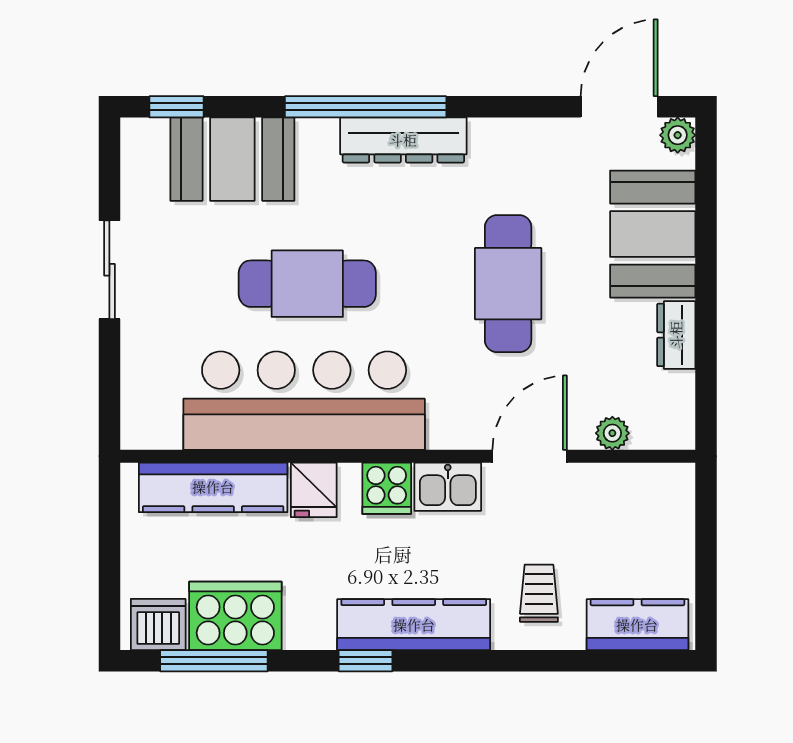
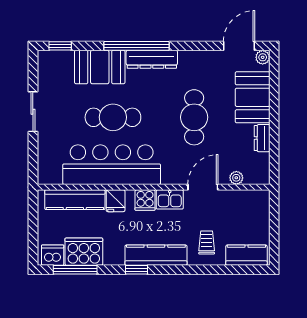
booth: (232, 159) -> (100, 67), moved

